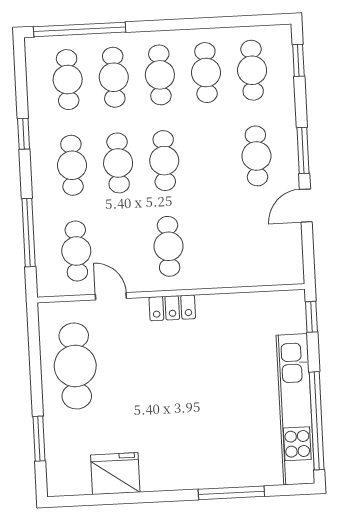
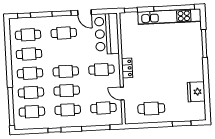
bar counter: (254, 259) -> (107, 34), added
door: (111, 296) -> (122, 94), hinge flipped
cafe table: (75, 366) -> (151, 109), width x0.73, depth x0.74

